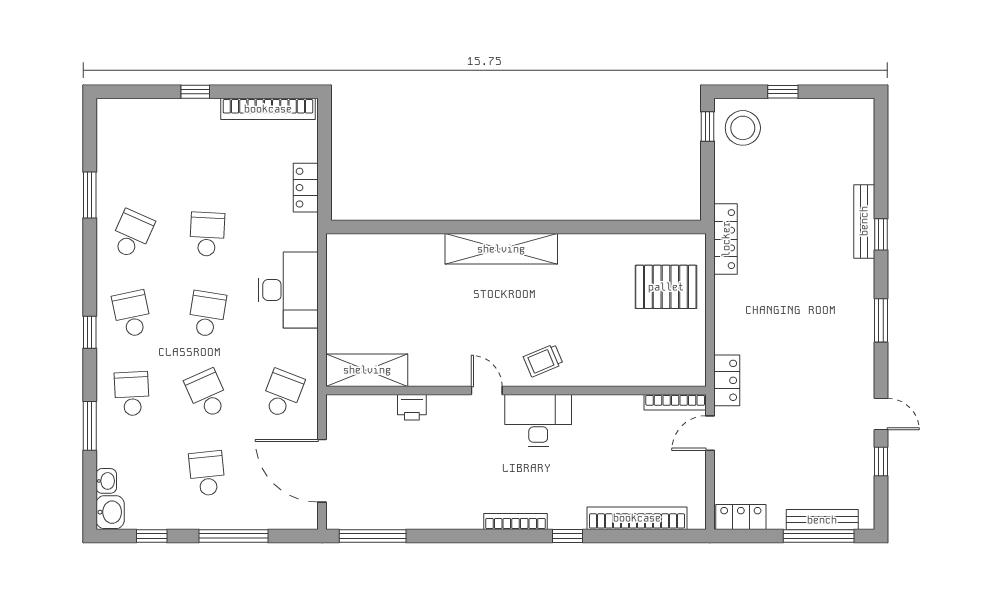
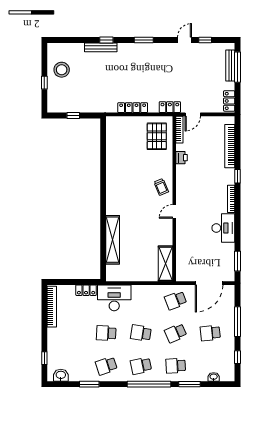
window: (195, 92) -> (44, 358), moved
window: (707, 127) -> (73, 115), moved
stool: (743, 128) -> (62, 70), moved
school desk: (132, 234) -> (106, 366), turned -42
locker: (726, 239) -> (133, 108), moved
shelving: (501, 249) -> (113, 240), moved
pallet: (666, 287) -> (157, 136), moved
desk: (288, 290) -> (114, 298), moved
window: (90, 332) -> (149, 384), width x3.17
school desk: (282, 394) -> (176, 300), turned -42
printer: (412, 407) -> (181, 158), moved
desk: (538, 420) -> (223, 228), moved, turned 180
door: (710, 433) -> (193, 114), hinge flipped
washbasin: (110, 512) -> (61, 375), moved
window: (373, 536) -> (238, 261), width x0.69

